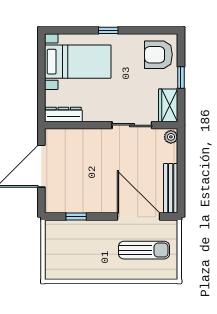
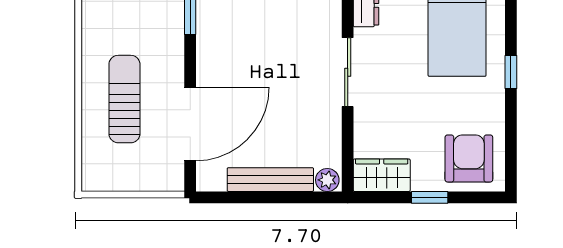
sliding door: (132, 125) -> (348, 72), moved
bench: (171, 188) -> (270, 180), moved
sun lounger: (144, 250) -> (124, 99), moved, turned 180

